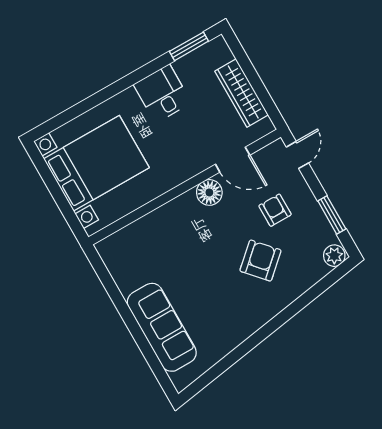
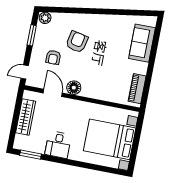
armchair: (260, 261) -> (77, 42), turned 144
piano: (119, 268) -> (137, 89), added
sofa: (162, 327) -> (142, 43), width x0.73

